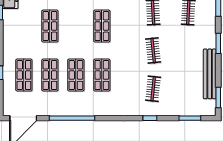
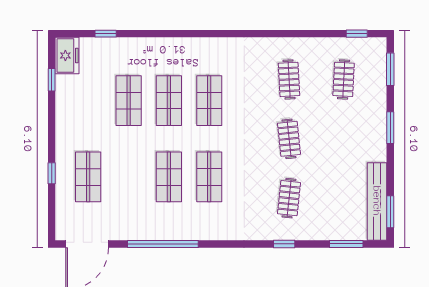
bench: (210, 74) -> (377, 201), moved
shop shelf: (50, 75) -> (169, 101), moved

